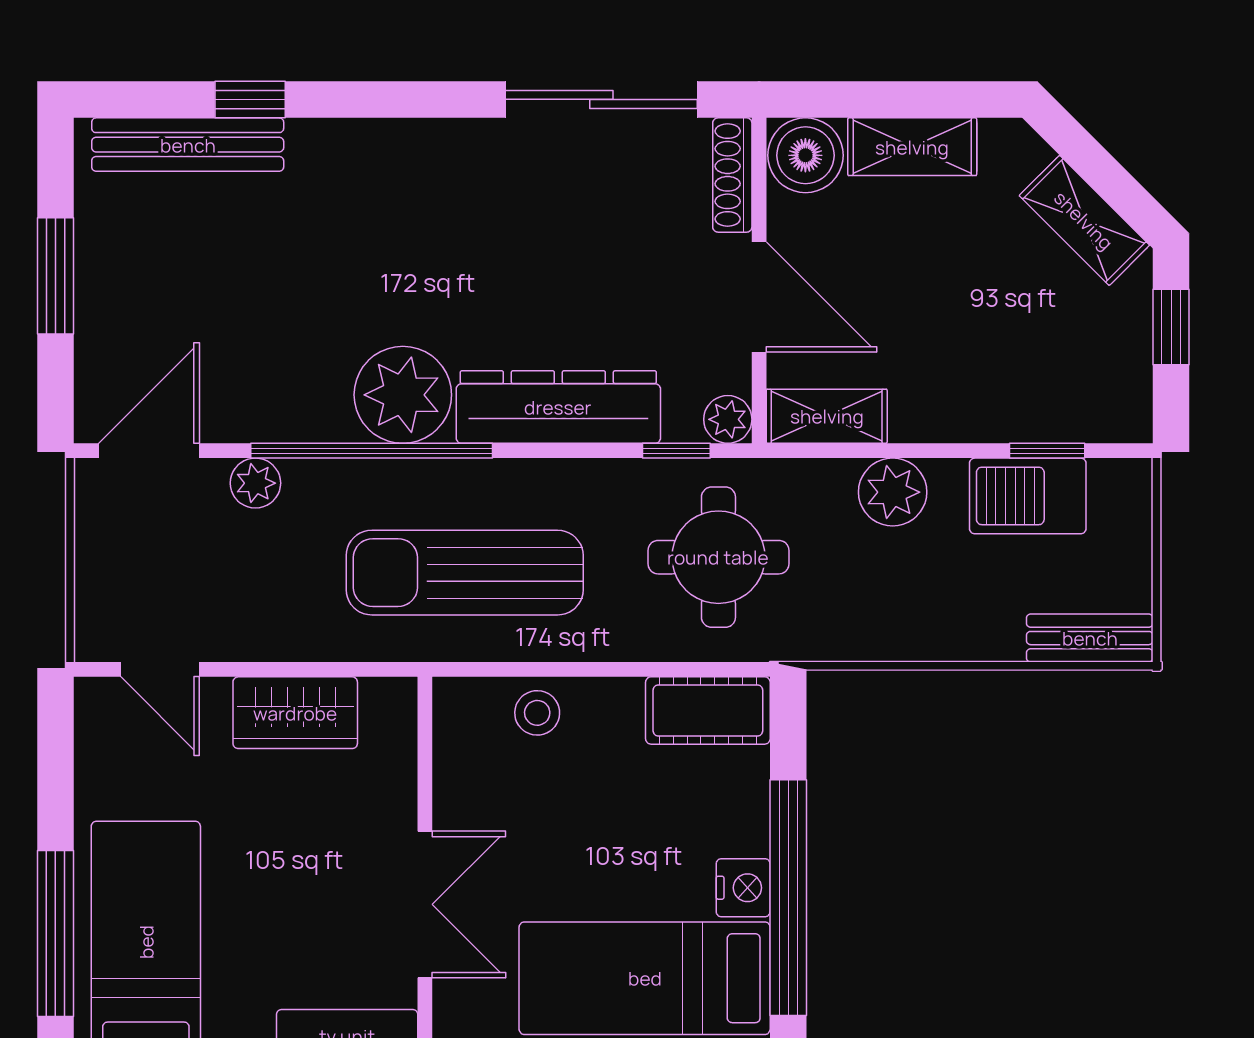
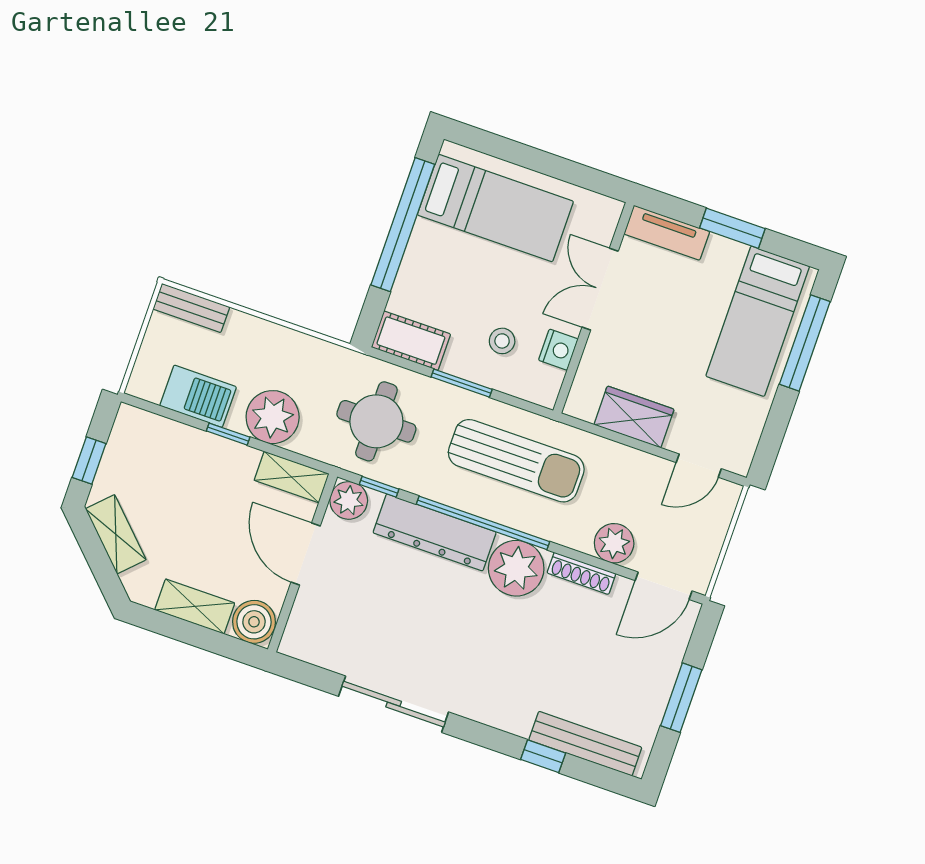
sliding door: (601, 99) -> (394, 704), moved
shoe rack: (732, 175) -> (581, 573), moved, turned 90
plant: (728, 419) -> (349, 500), width x1.38, depth x1.38
window: (372, 451) -> (483, 523), moved
window: (1047, 451) -> (228, 434), moved
plant: (255, 483) -> (614, 543), width x1.38, depth x1.38
plant: (893, 492) -> (273, 417), width x1.36, depth x1.36
door: (160, 669) -> (699, 466), swing flipped
window: (600, 669) -> (462, 383), added
stool: (537, 713) -> (502, 341), moved
nightstand: (743, 888) -> (558, 350), moved, turned 180

